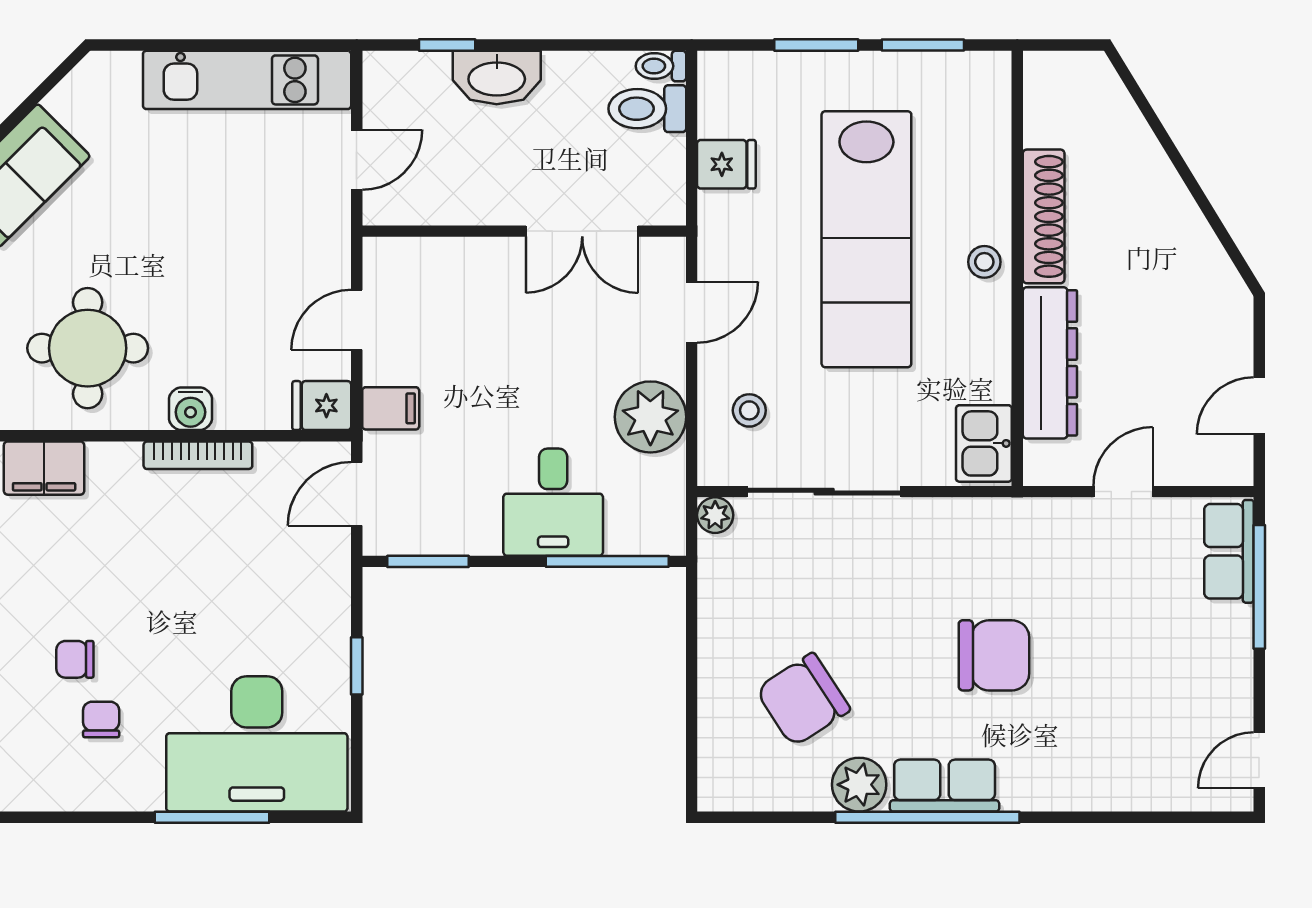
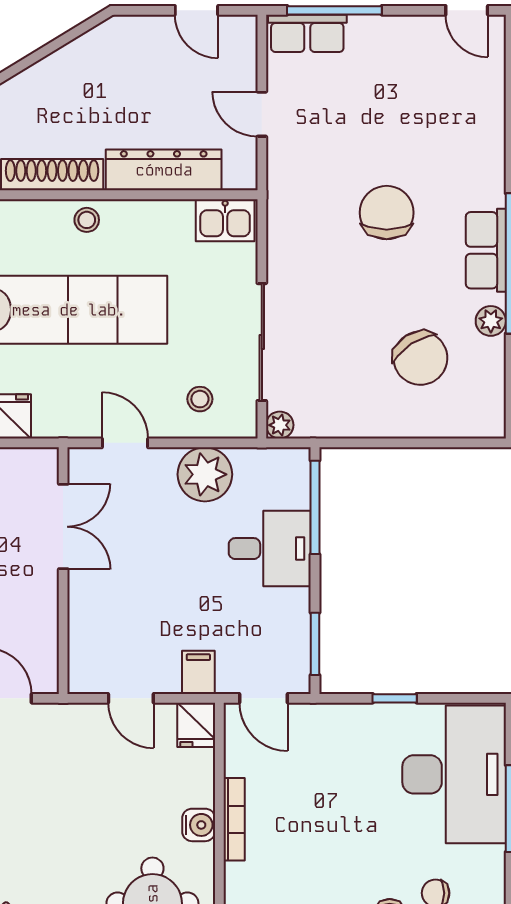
plant: (859, 785) -> (491, 321), width x0.73, depth x0.73

